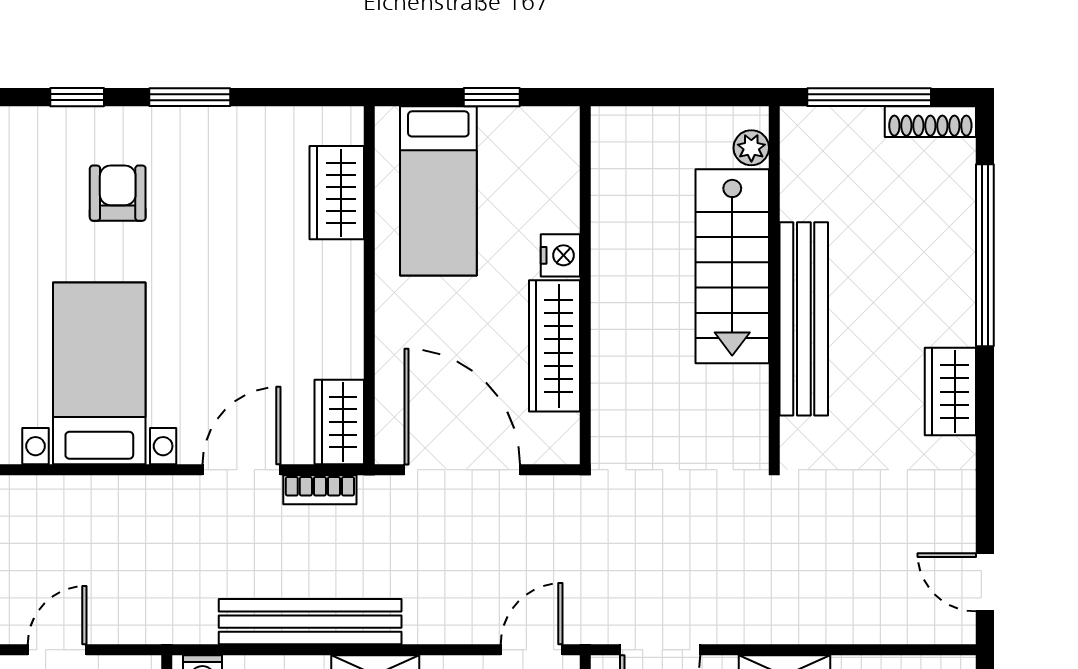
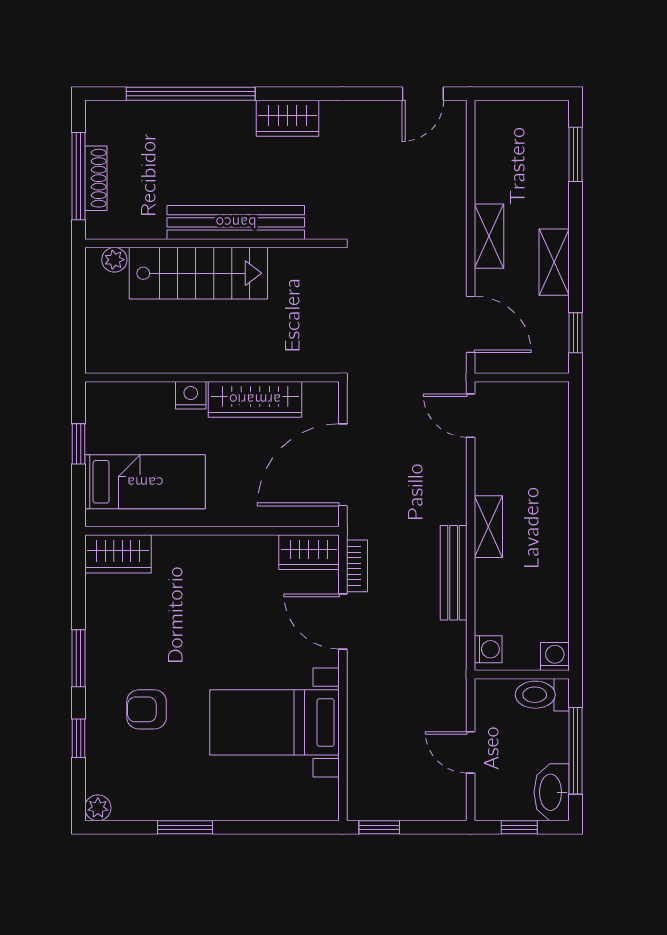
shoe rack: (930, 122) -> (96, 178), moved
wardrobe: (337, 193) -> (118, 554), moved
bench: (310, 622) -> (454, 573), width x0.73, depth x0.82

